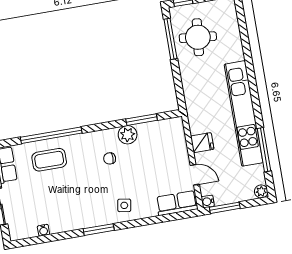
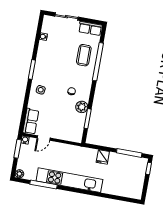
round table: (198, 37) -> (124, 170), removed
fridge: (202, 143) -> (103, 157), moved

